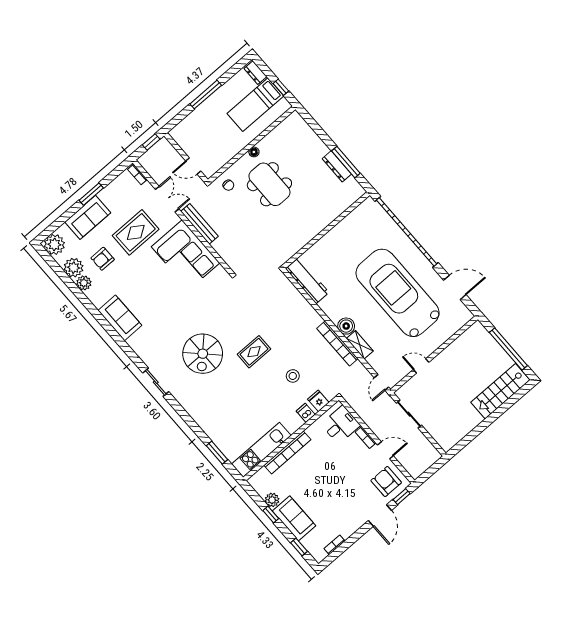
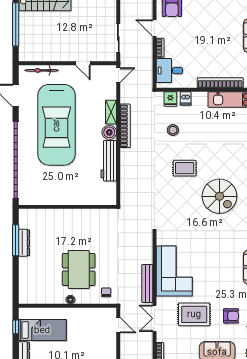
workbench: (307, 281) -> (109, 161), moved
bicycle: (451, 329) -> (42, 70), added
spiral stairs: (203, 354) -> (219, 196), turned 90

